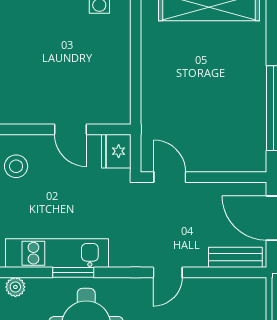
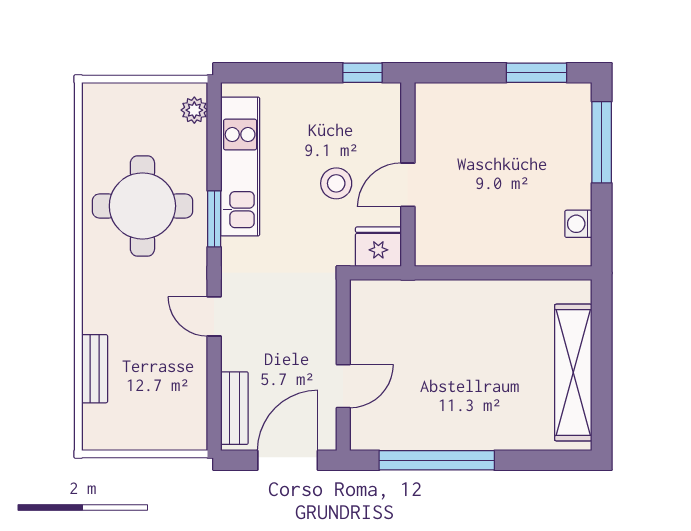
stool: (16, 166) -> (336, 183), moved
door: (170, 177) -> (343, 386), moved
window: (73, 272) -> (214, 219), moved

